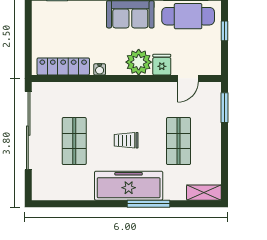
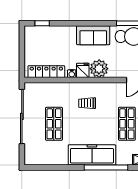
fridge: (162, 65) -> (83, 70), moved
trolley: (126, 140) -> (87, 103), moved
window: (149, 204) -> (106, 167), width x1.46

